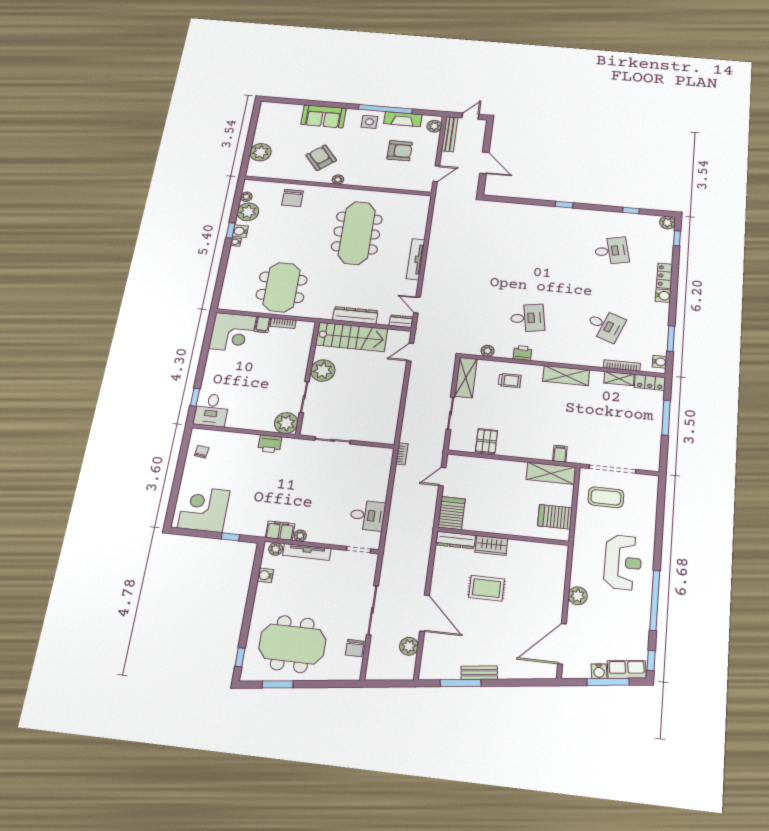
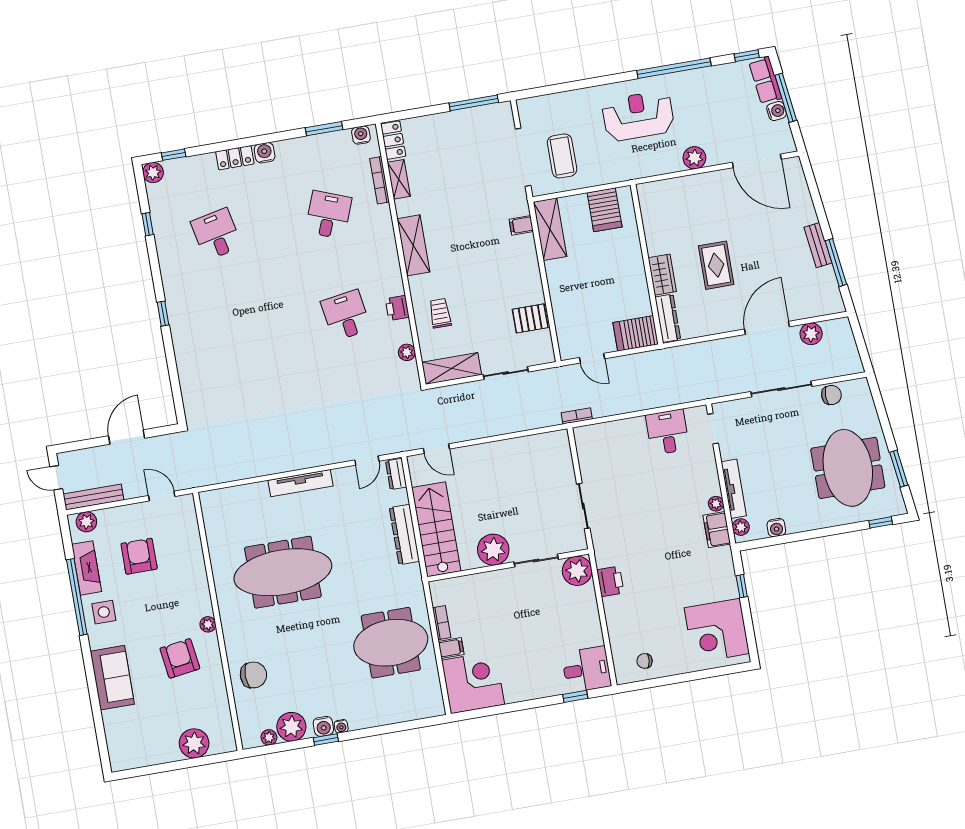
armchair: (321, 158) -> (180, 658), turned 121
window: (666, 418) -> (474, 103), moved

